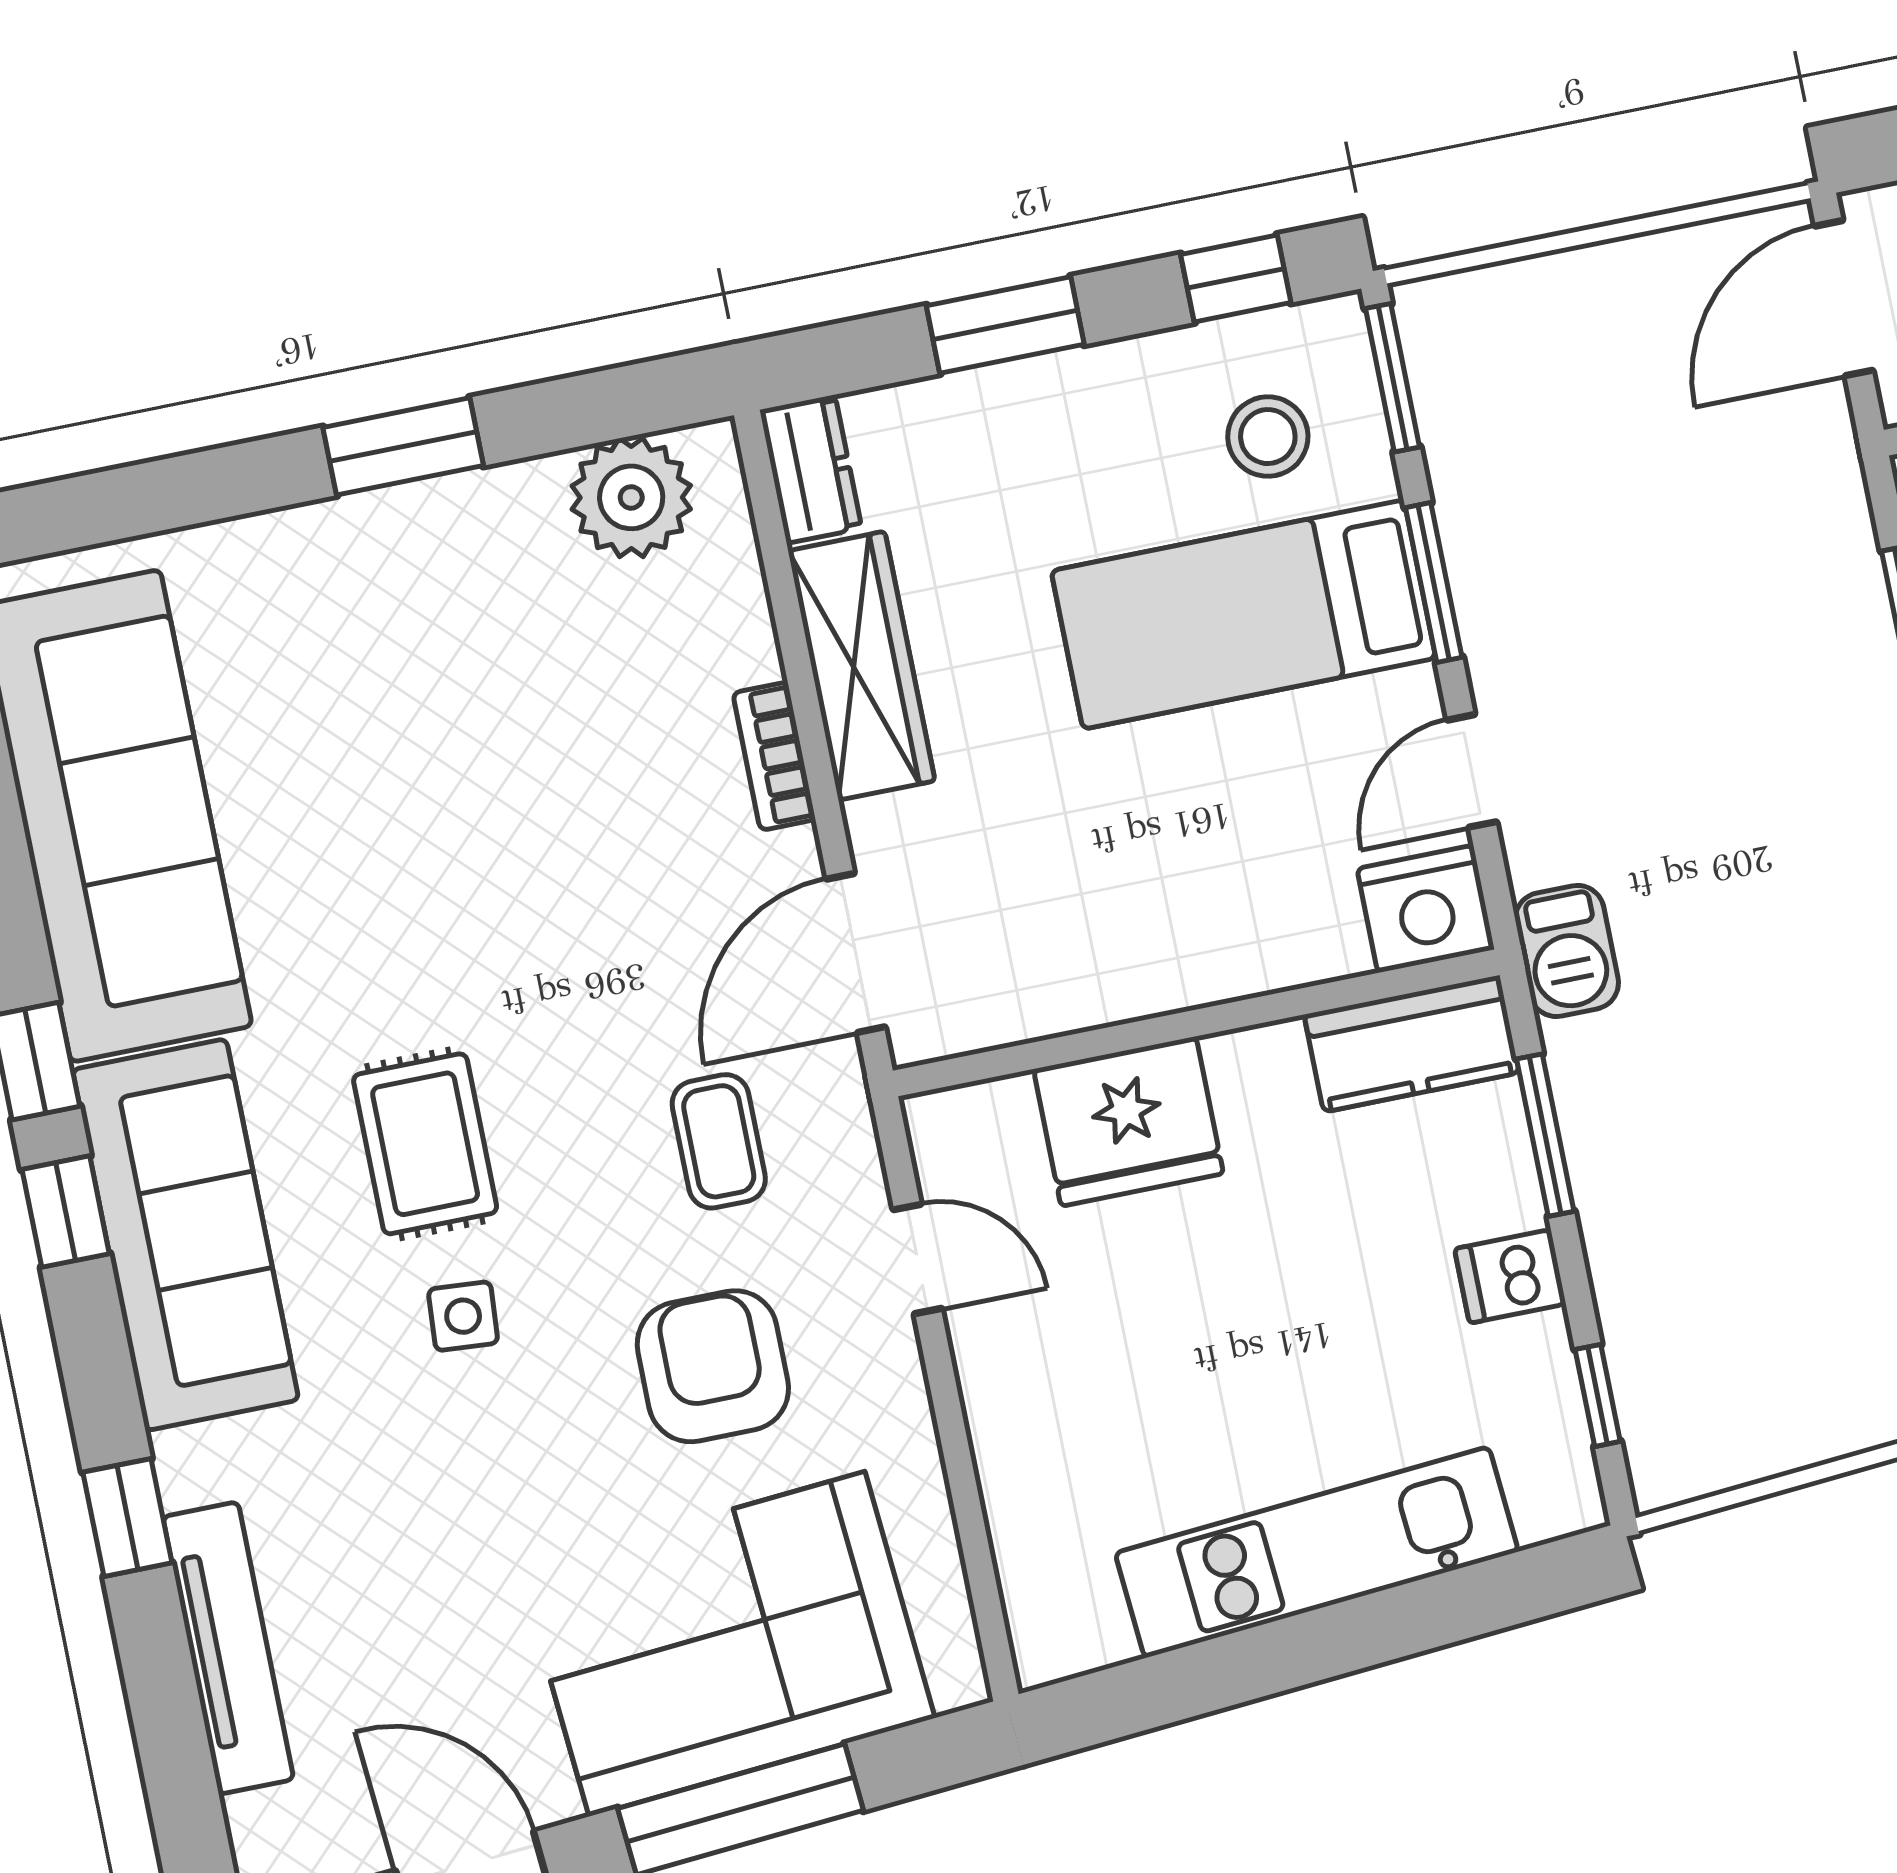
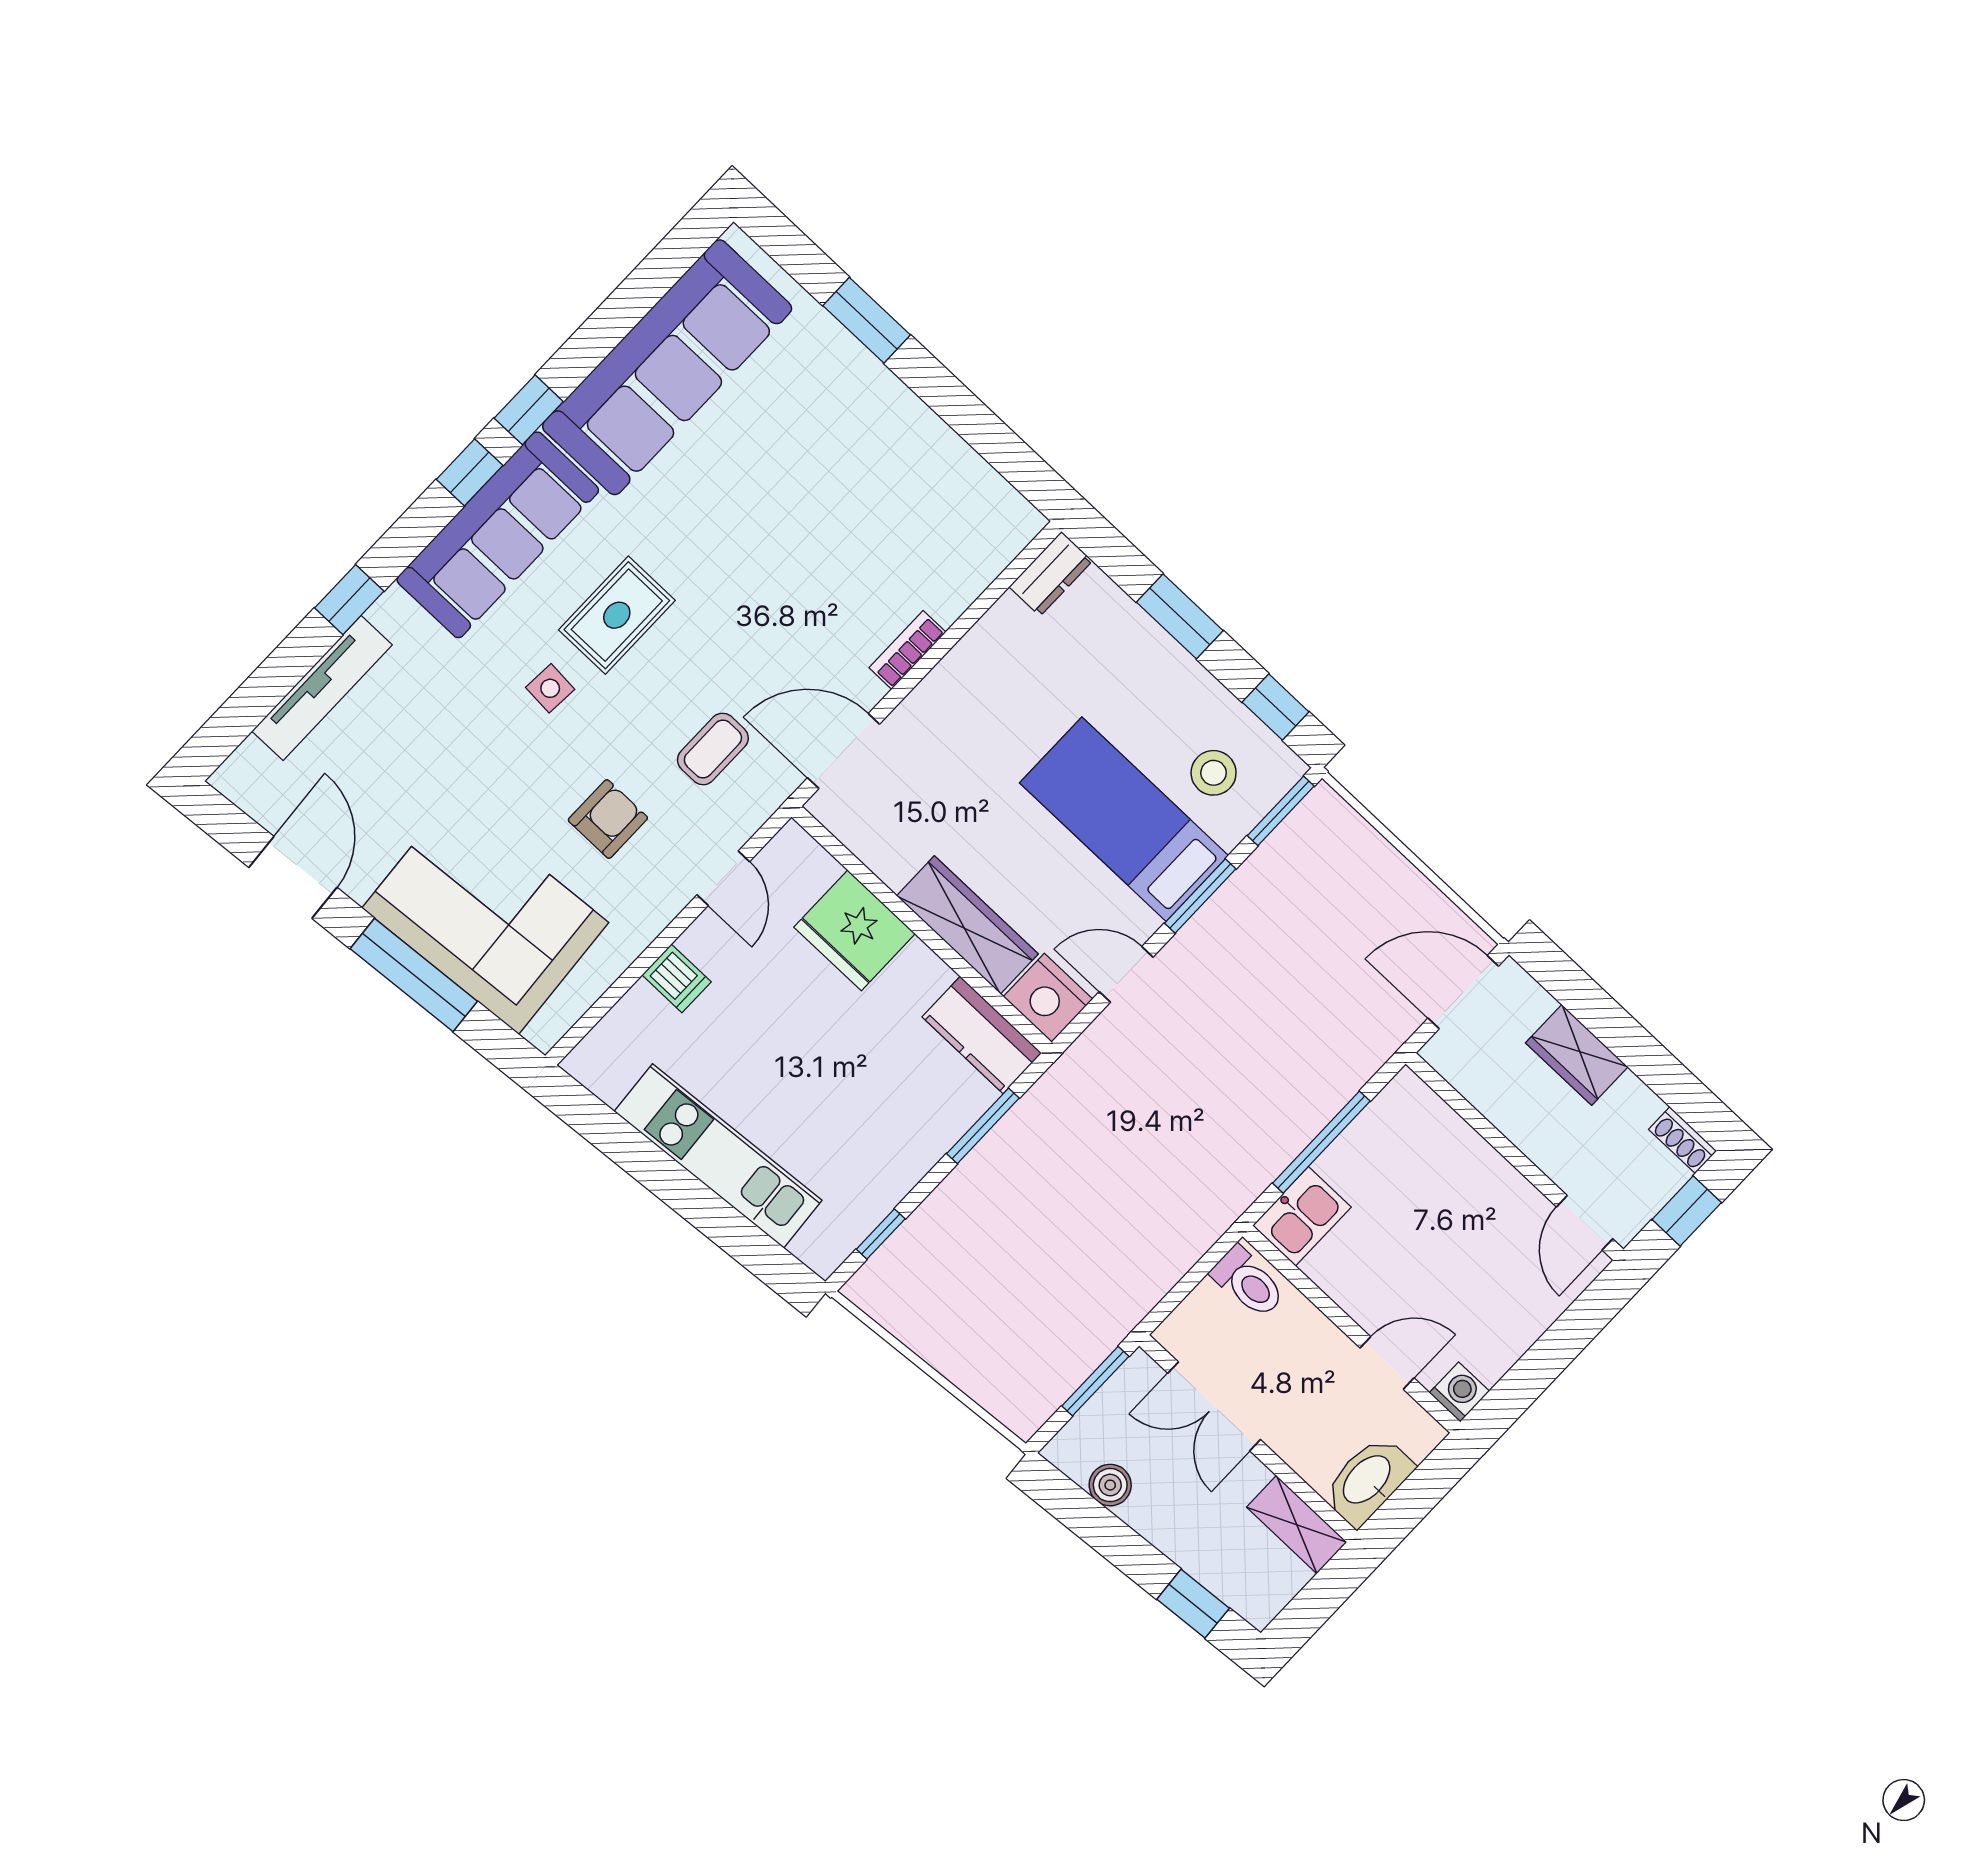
window: (403, 446) -> (867, 320), moved
plant: (631, 497) -> (980, 501), removed
wardrobe: (861, 666) -> (967, 925), moved, turned -90
barbecue: (1567, 951) -> (1074, 1076), removed
dishwasher: (1510, 1276) -> (677, 978), moved, turned 180
armchair: (713, 1366) -> (608, 819), width x0.72, depth x0.72

